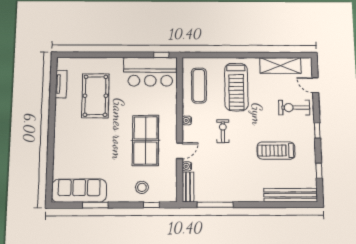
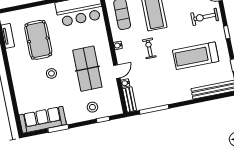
stool: (102, 138) -> (51, 73), added
treadmill: (276, 151) -> (196, 56), width x1.37, depth x1.38

